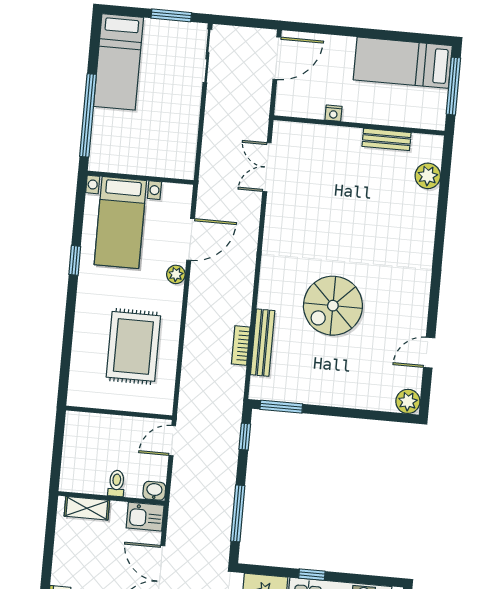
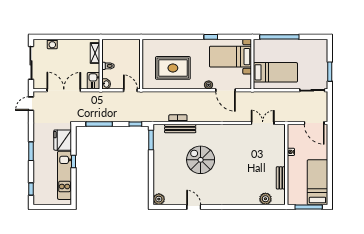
bed: (119, 62) -> (275, 72), moved, turned 180
door: (429, 353) -> (194, 207), moved

